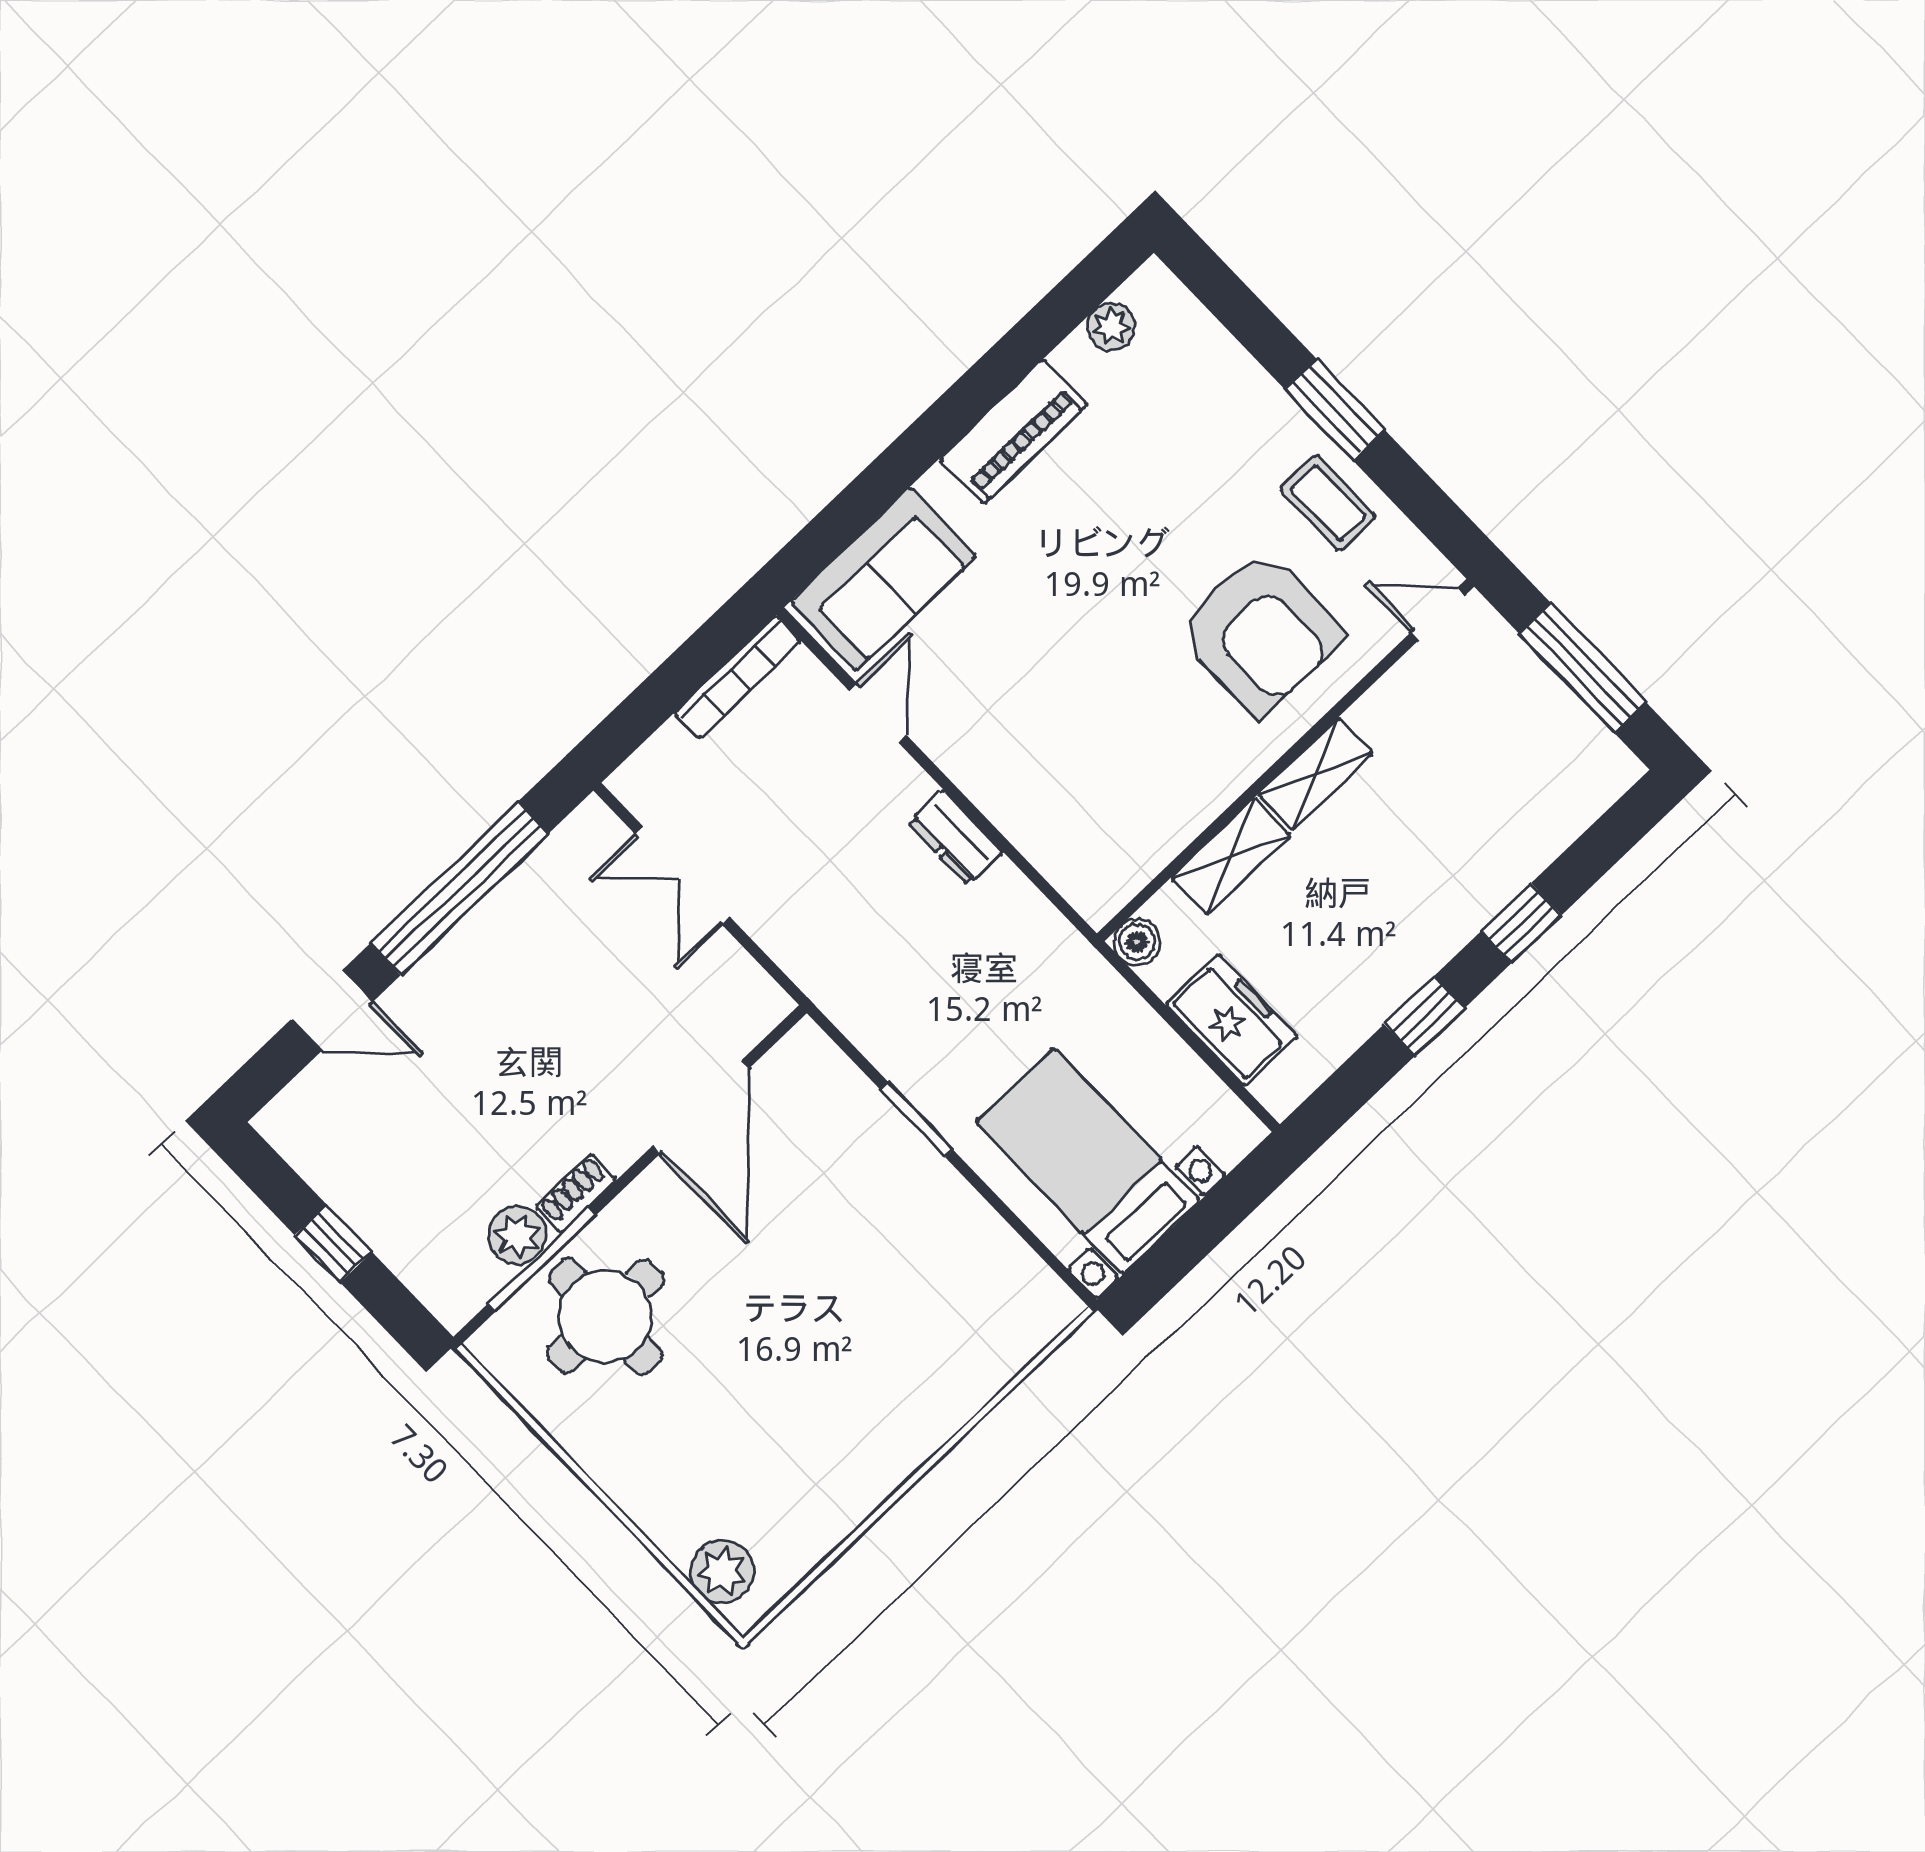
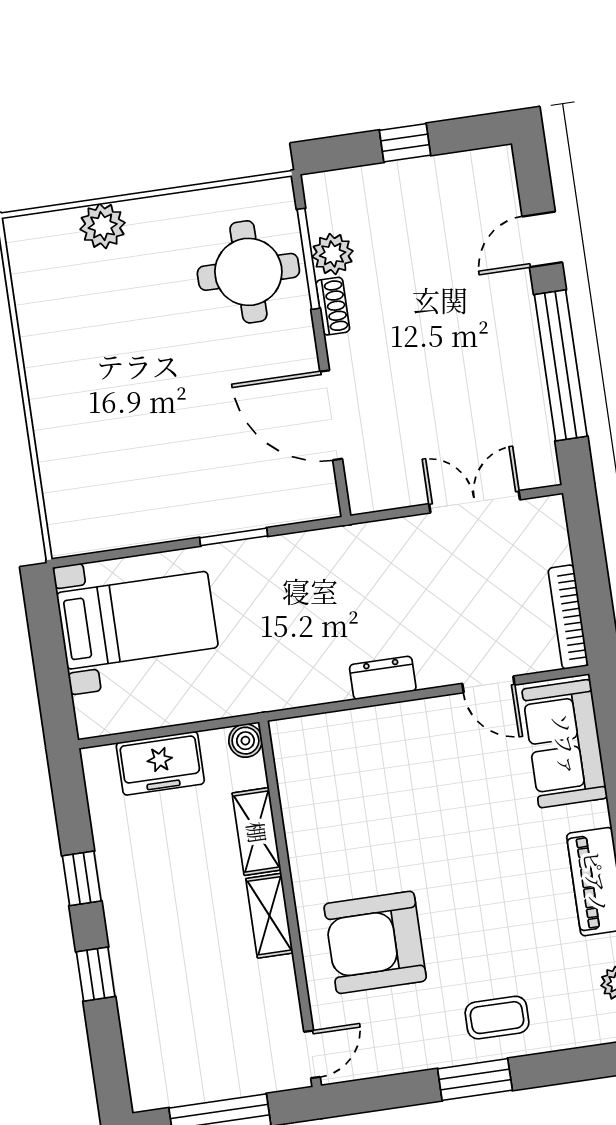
coffee table: (1328, 503) -> (497, 1018), moved
plant: (722, 1571) -> (103, 226), moved

